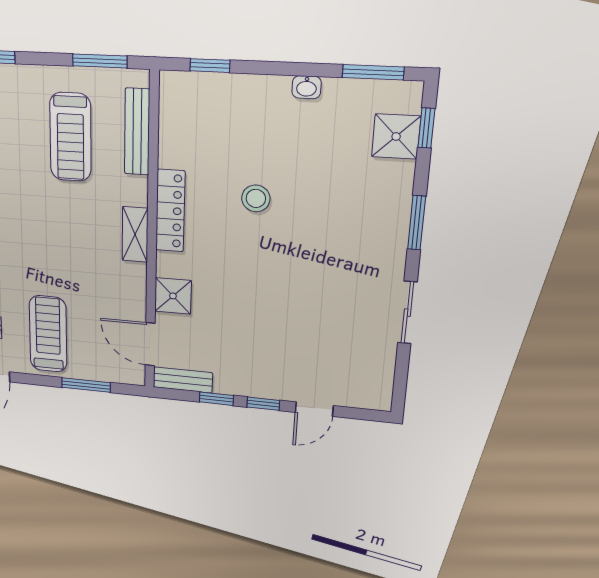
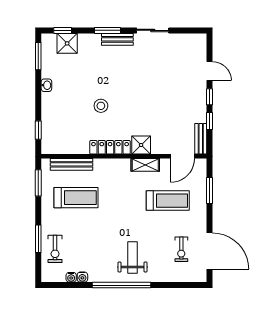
shelving: (135, 234) -> (145, 165), moved
bench: (395, 241) -> (117, 39), added
shower: (173, 296) -> (141, 145), moved
treadmill: (48, 334) -> (168, 201), moved, turned 180

